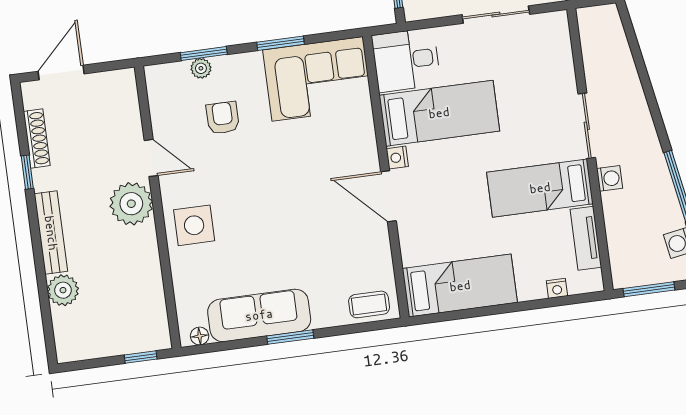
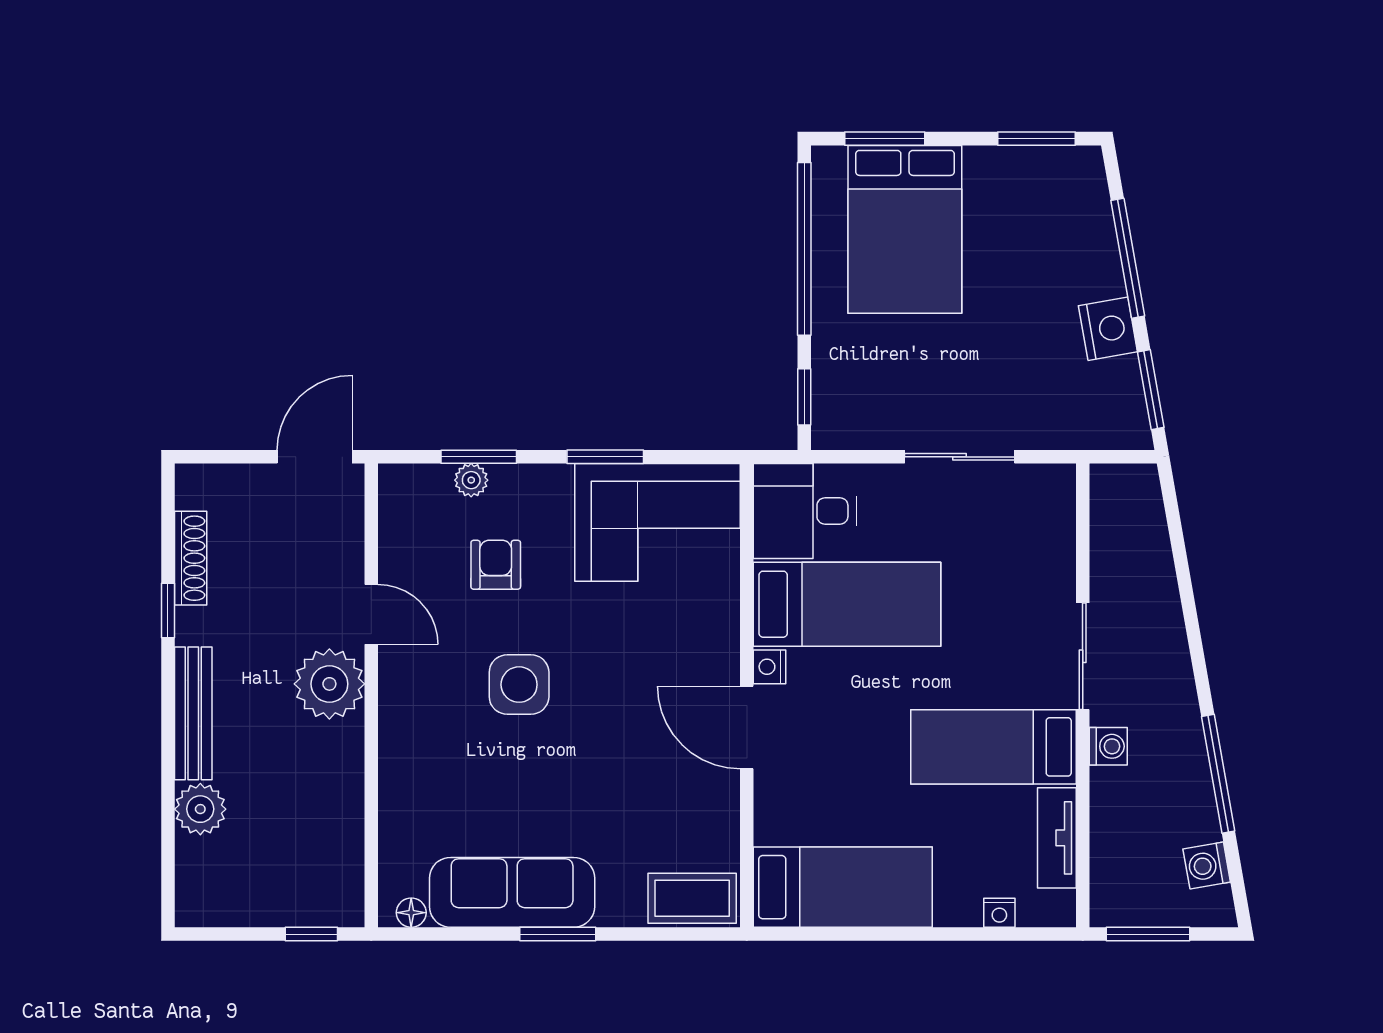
door: (61, 73) -> (315, 457), moved
side table: (194, 225) -> (519, 685), moved
coffee table: (369, 304) -> (692, 898), width x1.36, depth x1.30

